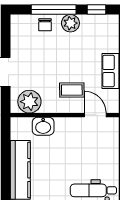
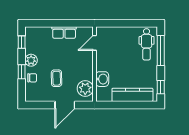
window: (54, 10) -> (22, 72), width x0.46
coffee table: (72, 90) -> (57, 78), moved

